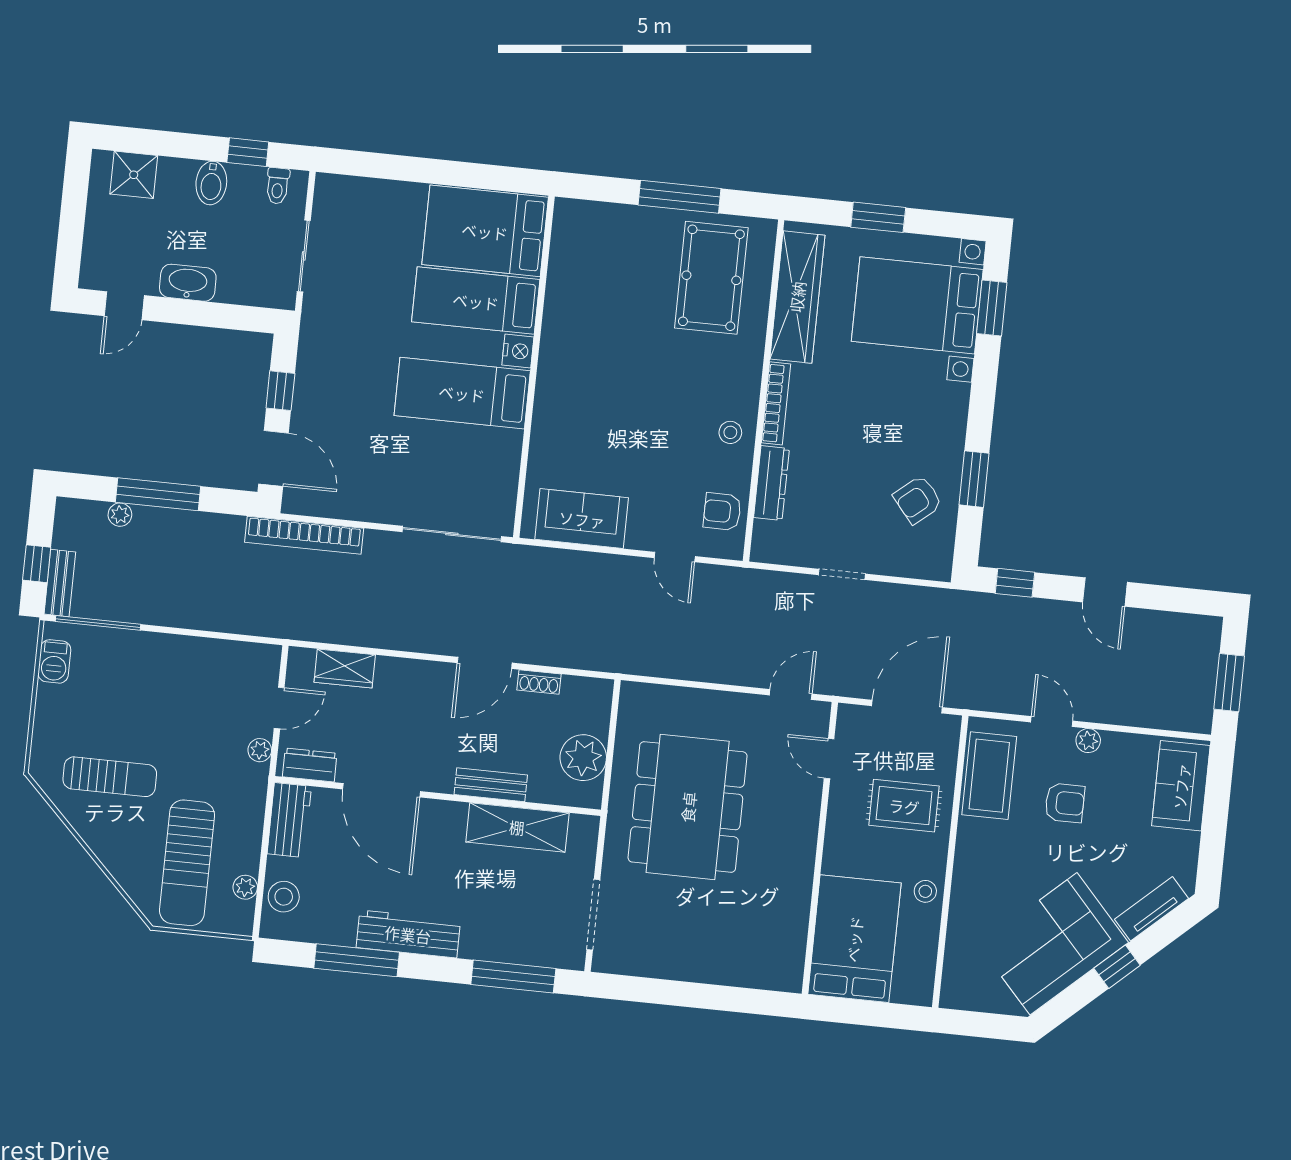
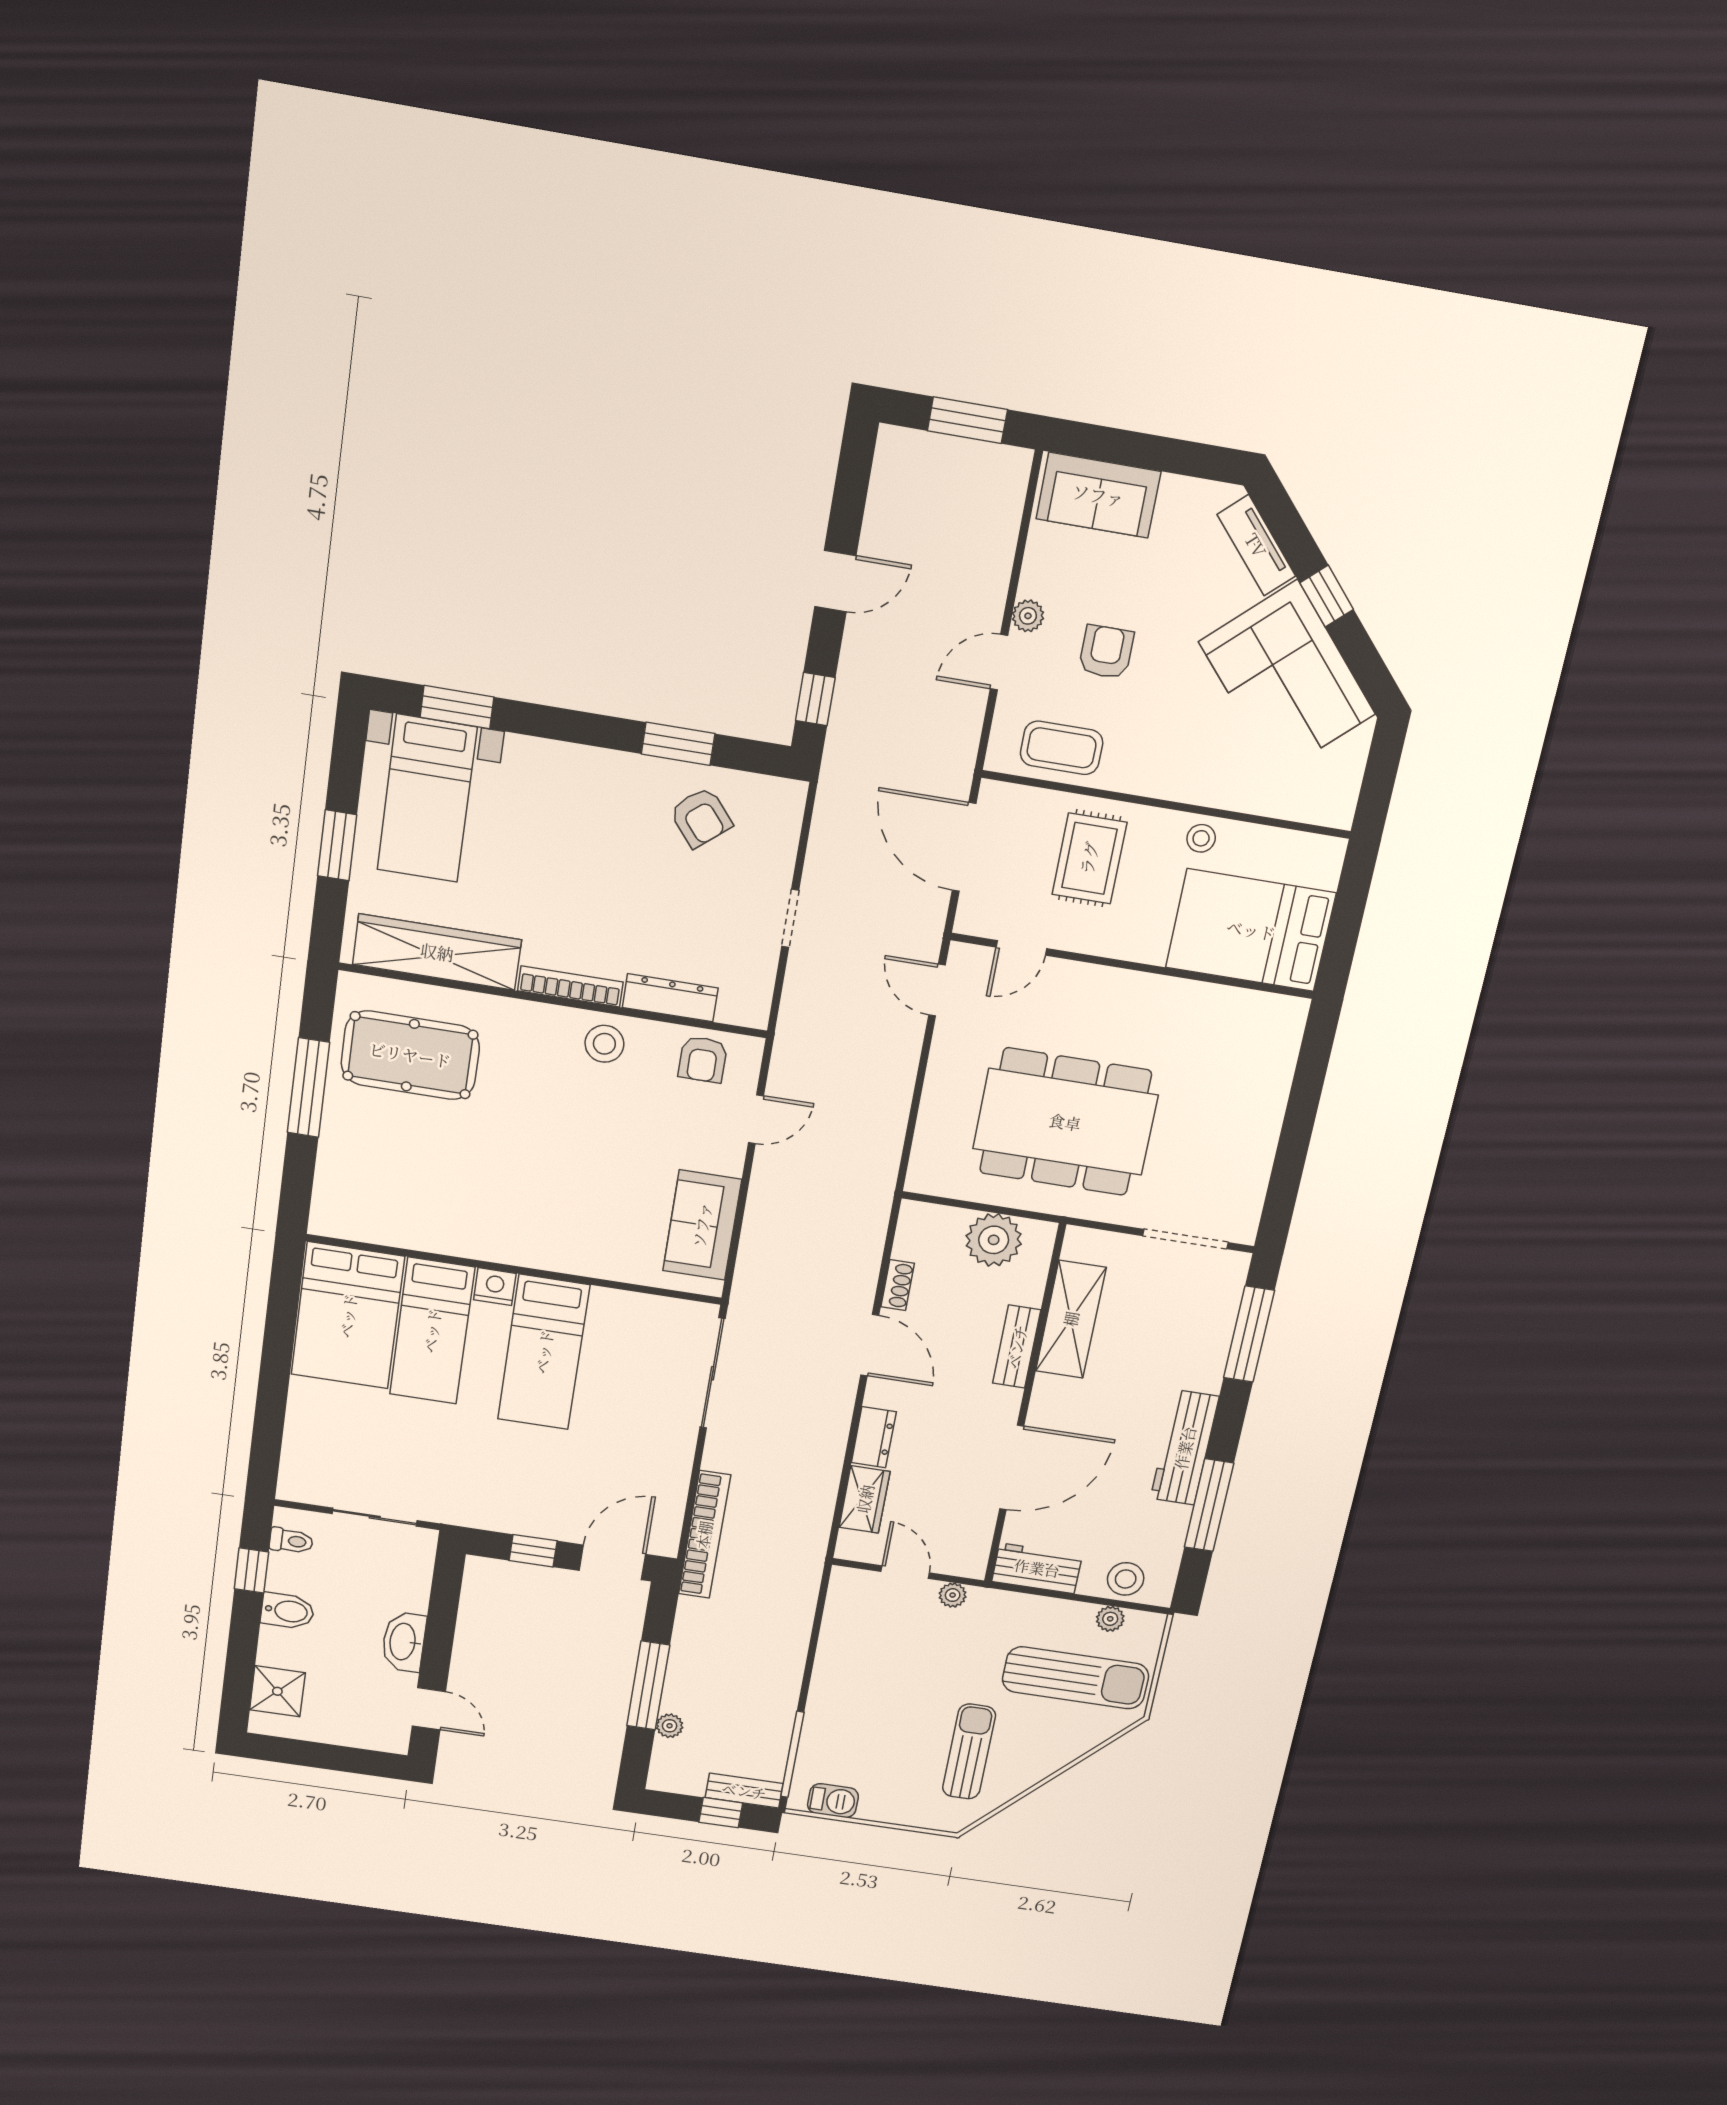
bed with nightstands: (917, 305) -> (427, 799), width x0.73
stool: (730, 432) -> (604, 1044), width x1.37, depth x1.37
dresser: (310, 765) -> (874, 1437), moved, turned 180
coffee table: (989, 776) -> (1062, 748), width x0.73, depth x0.76

